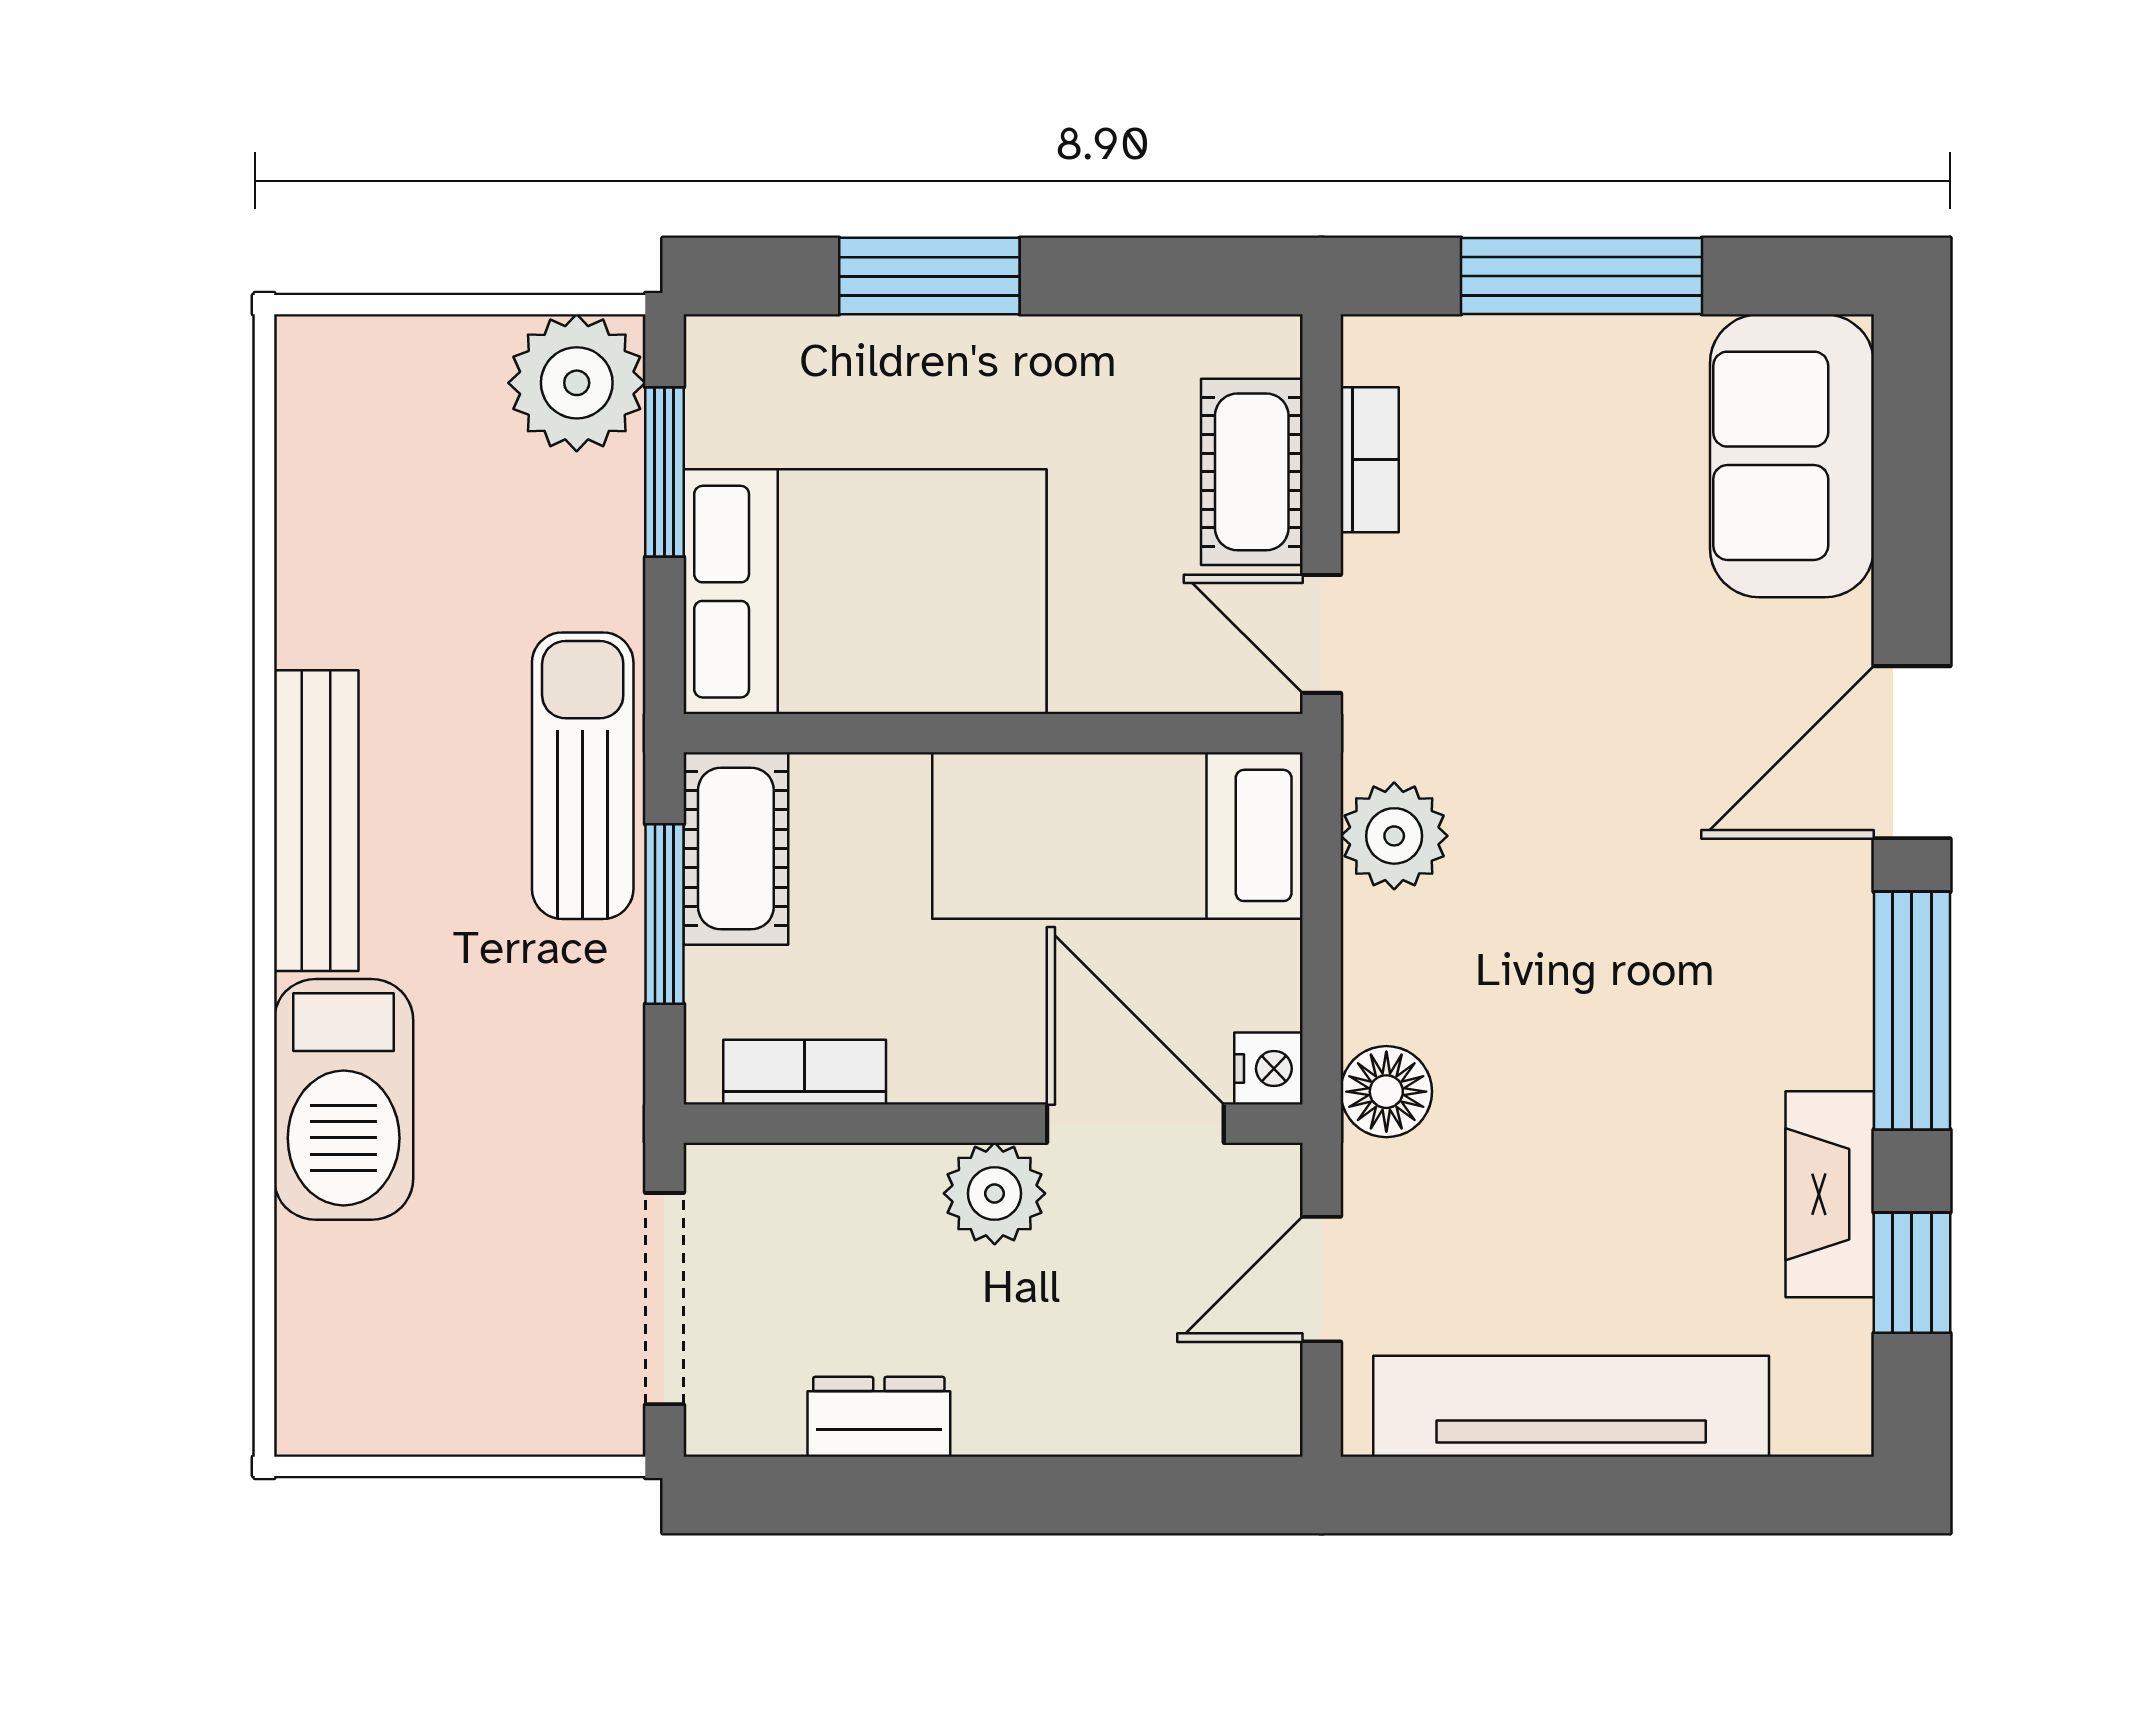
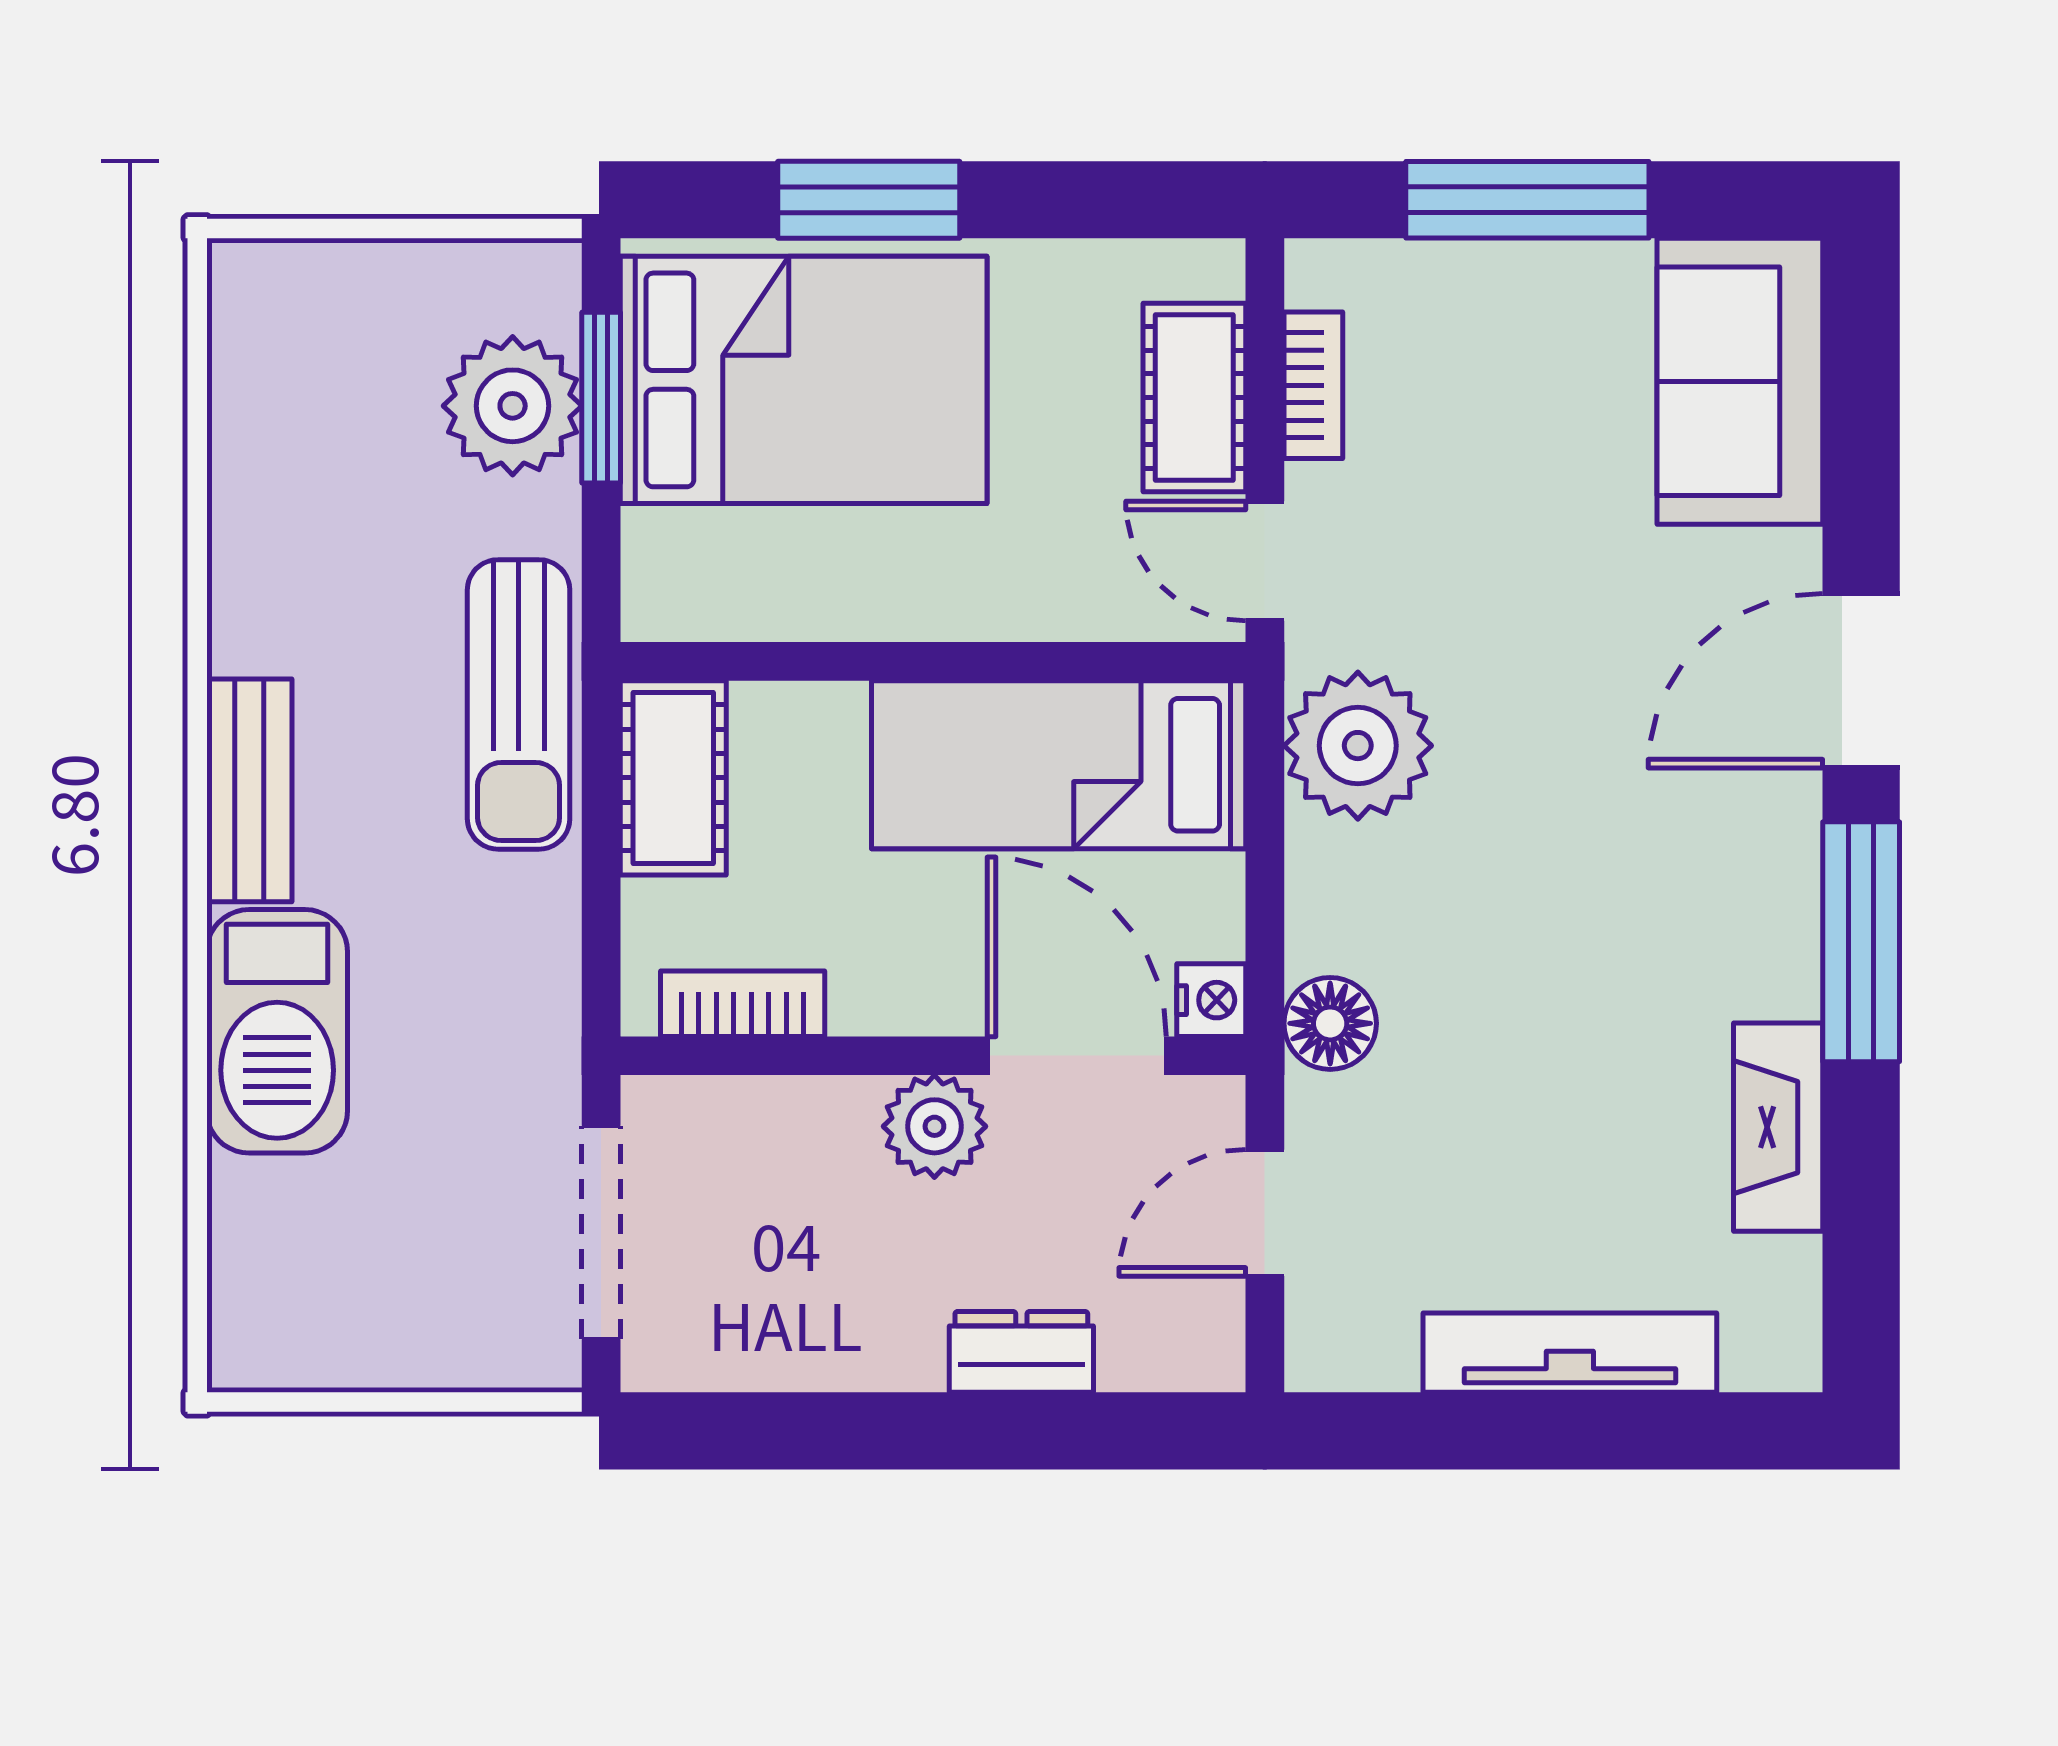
plant: (577, 383) -> (513, 406), moved
bed: (865, 592) -> (804, 380), moved
sun lounger: (583, 776) -> (519, 704), turned 180
bench: (316, 821) -> (249, 790), width x0.73
plant: (1394, 836) -> (1358, 746), width x1.36, depth x1.36
window: (664, 914) -> (601, 844), removed
window: (1912, 1273) -> (1861, 1206), removed
tv unit: (1571, 1406) -> (1570, 1353), width x0.73, depth x0.78
dresser: (879, 1417) -> (1021, 1352), moved

